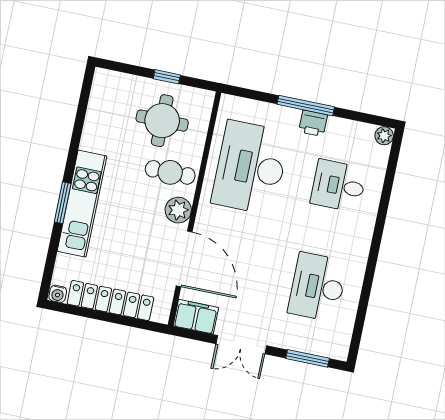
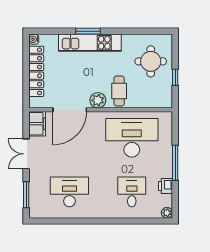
round table: (162, 121) -> (151, 61), moved
printer: (313, 123) -> (166, 186), moved

